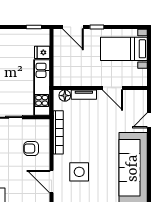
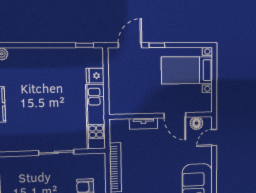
door: (73, 27) -> (130, 45), swing flipped
floor lamp: (65, 96) -> (196, 123), moved
door: (149, 120) -> (214, 138), moved

